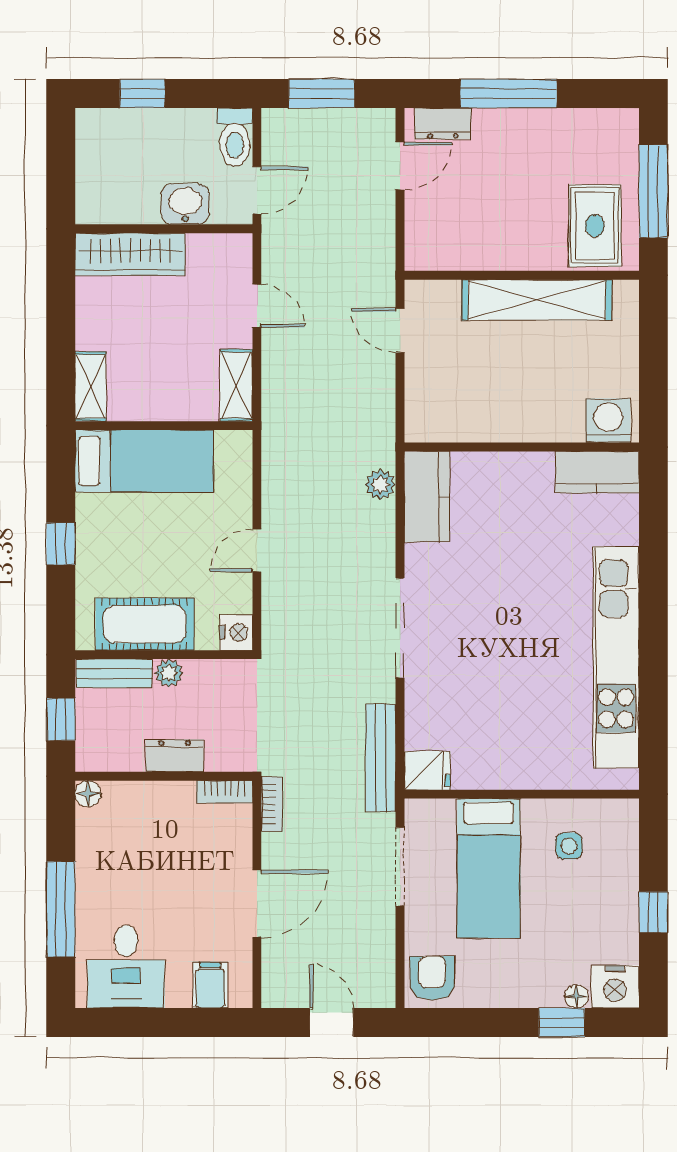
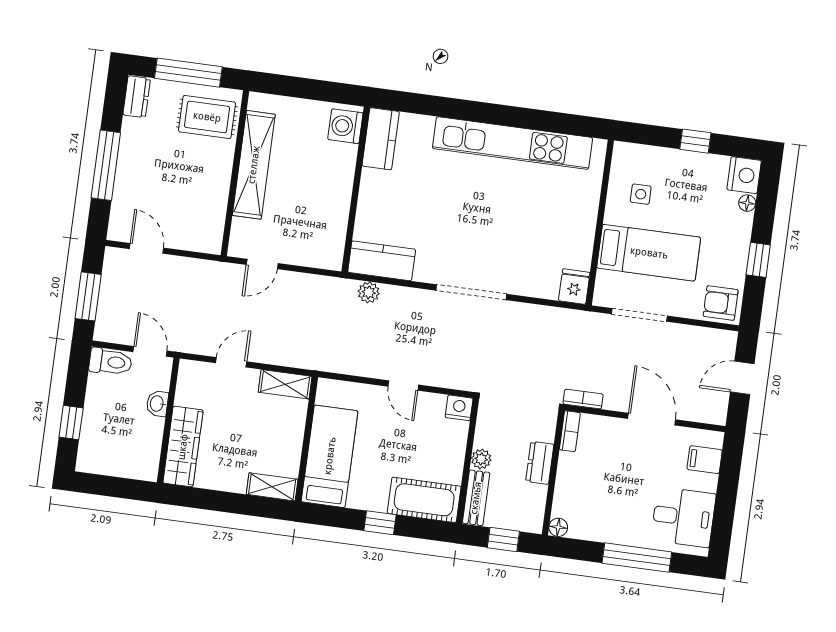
dresser: (443, 124) -> (137, 97), moved
washbasin: (185, 204) -> (157, 404), width x0.72, depth x0.69
cot: (145, 624) -> (424, 500), moved, turned 90
bench: (381, 758) -> (561, 318), removed
window: (562, 1022) -> (758, 260), moved

